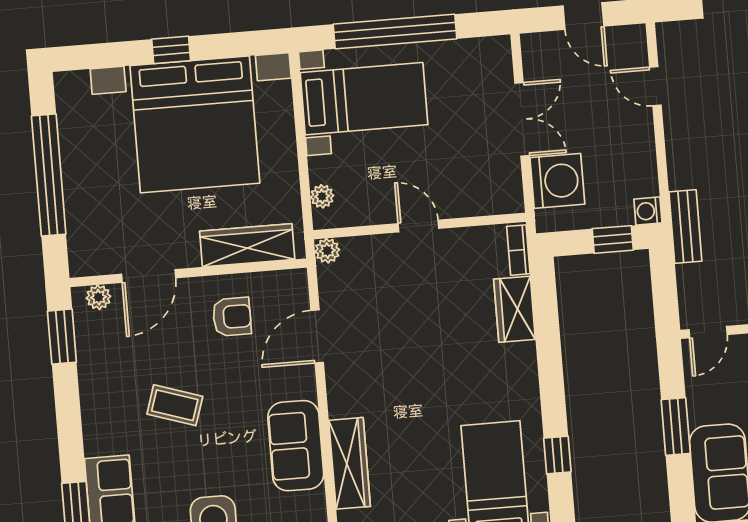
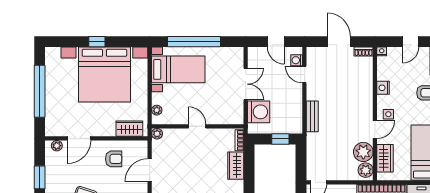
washing machine: (648, 211) -> (297, 60), moved
bench: (685, 226) -> (312, 116), moved
wardrobe: (247, 245) -> (129, 129), width x0.67
window: (62, 337) -> (40, 177), moved

